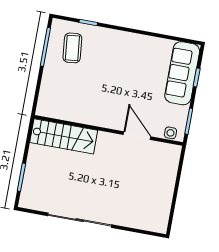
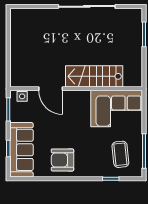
armchair: (138, 53) -> (62, 160), added
corner sofa: (67, 100) -> (117, 109), added
stairs: (64, 136) -> (94, 76), moved

